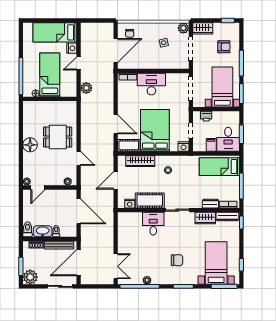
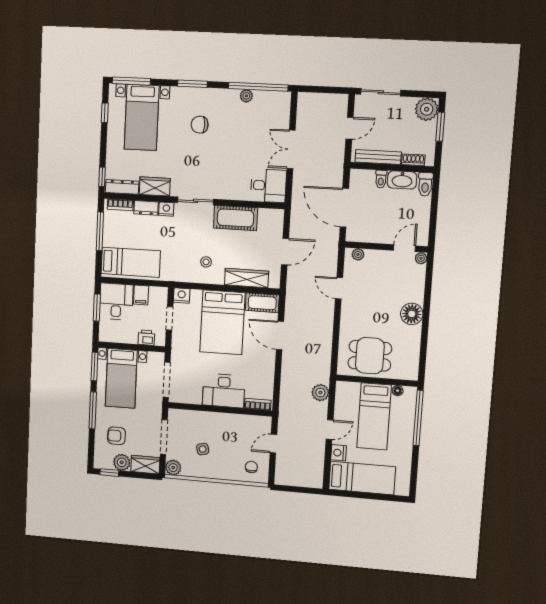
plant: (219, 28) -> (122, 462), added
door: (116, 51) -> (273, 444), width x0.53
dining table: (58, 137) -> (370, 356), moved
nightstand: (130, 204) -> (166, 209), moved
desk: (153, 224) -> (268, 186), moved, turned -90
door: (79, 263) -> (350, 128), width x0.53
double door: (116, 266) -> (291, 149), moved

